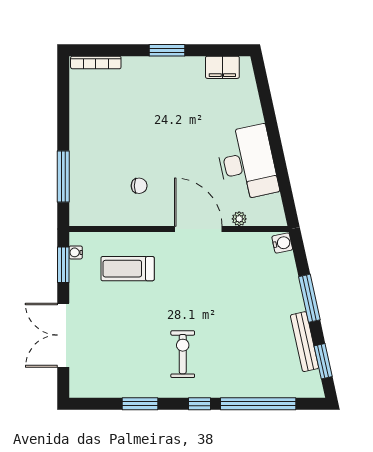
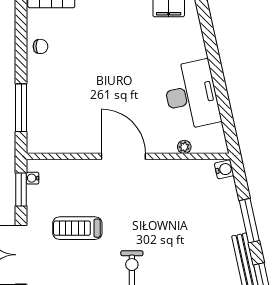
chair: (139, 186) -> (41, 46), moved
door: (198, 229) -> (123, 156), moved
treadmill: (128, 269) -> (77, 228), moved

